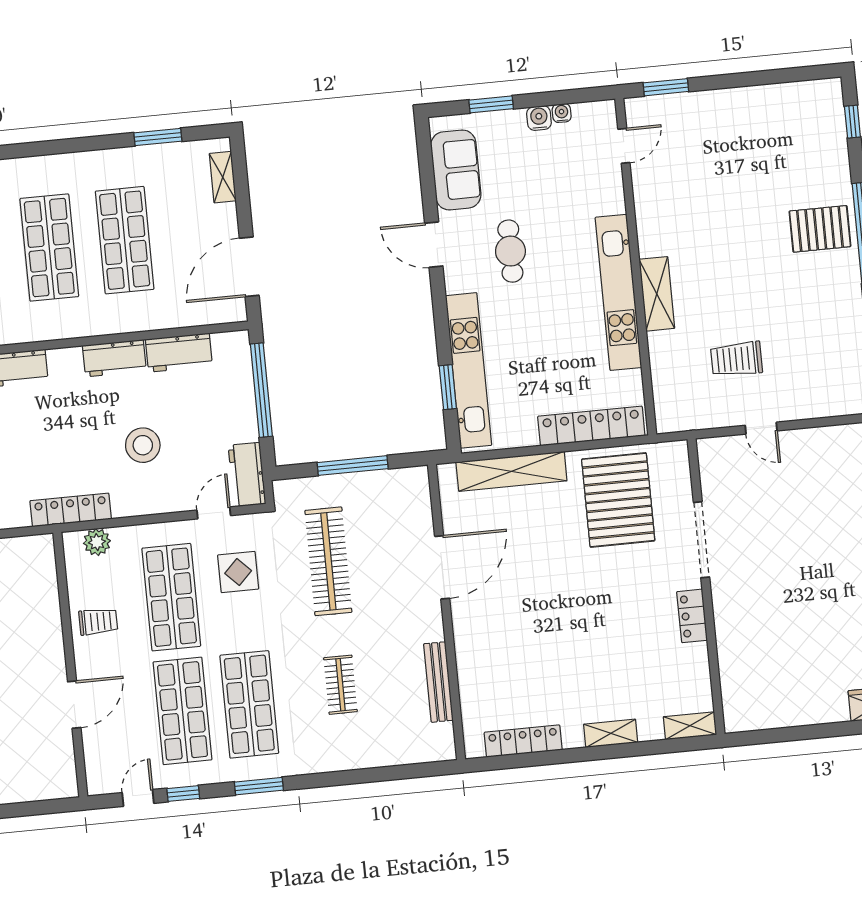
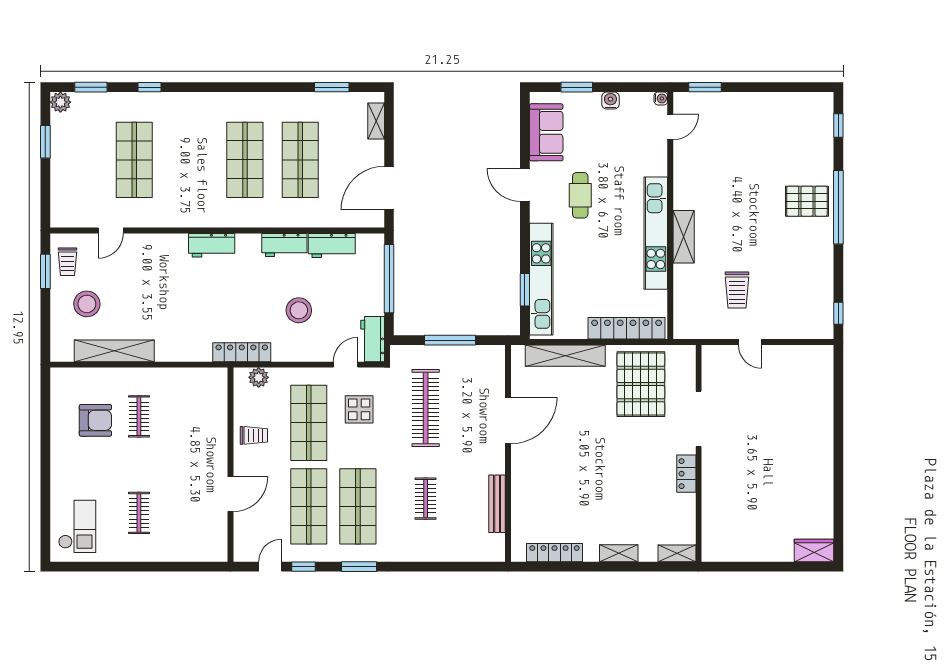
water cooler: (562, 113) -> (661, 98), moved, turned 90
trolley: (736, 359) -> (737, 290), turned -90

